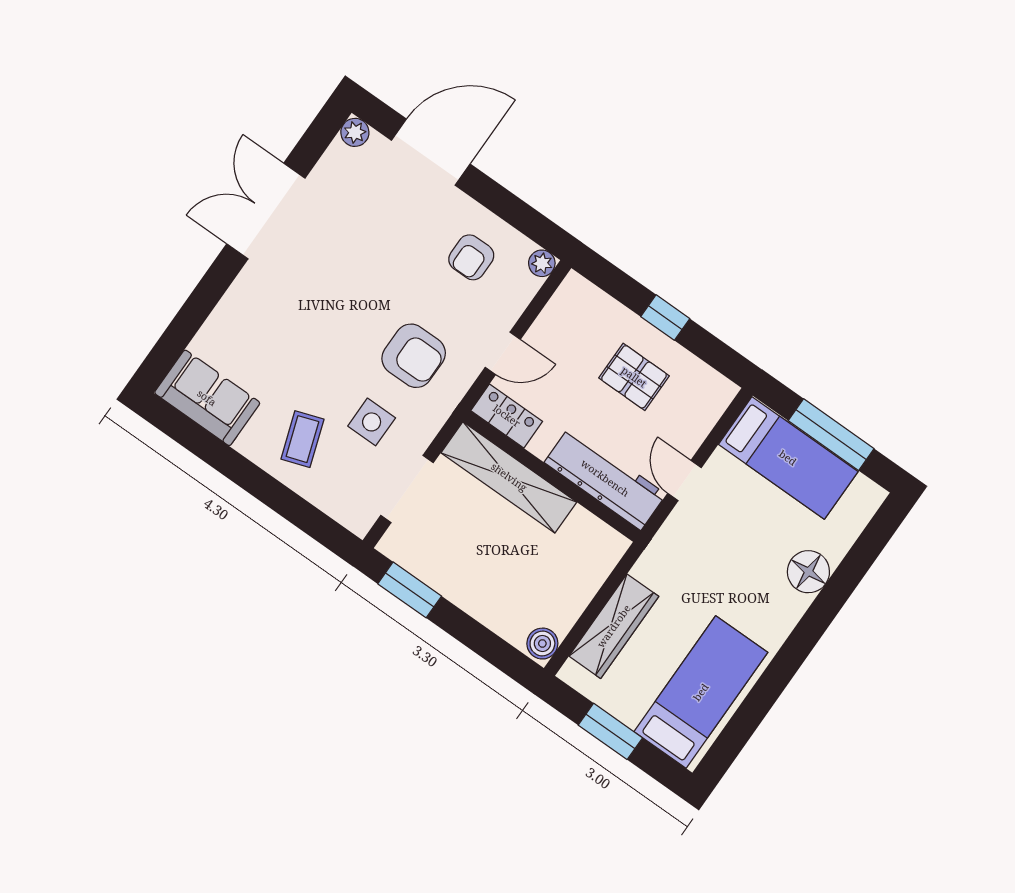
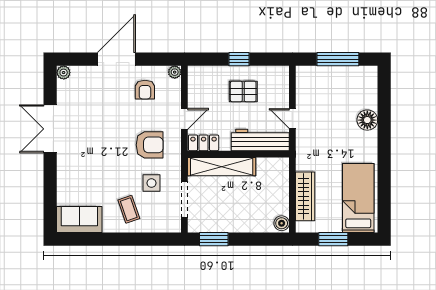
door: (431, 152) -> (116, 59), moved
bed: (788, 458) -> (327, 80), removed

